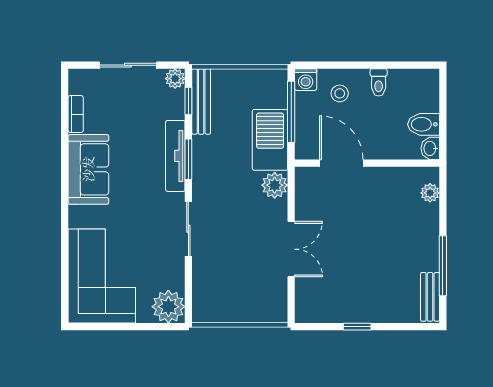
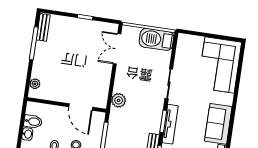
barbecue: (270, 140) -> (156, 39), moved, turned 90
washbasin: (430, 148) -> (27, 134), moved
double door: (291, 249) -> (117, 49), moved
plant: (168, 307) -> (186, 43), removed

